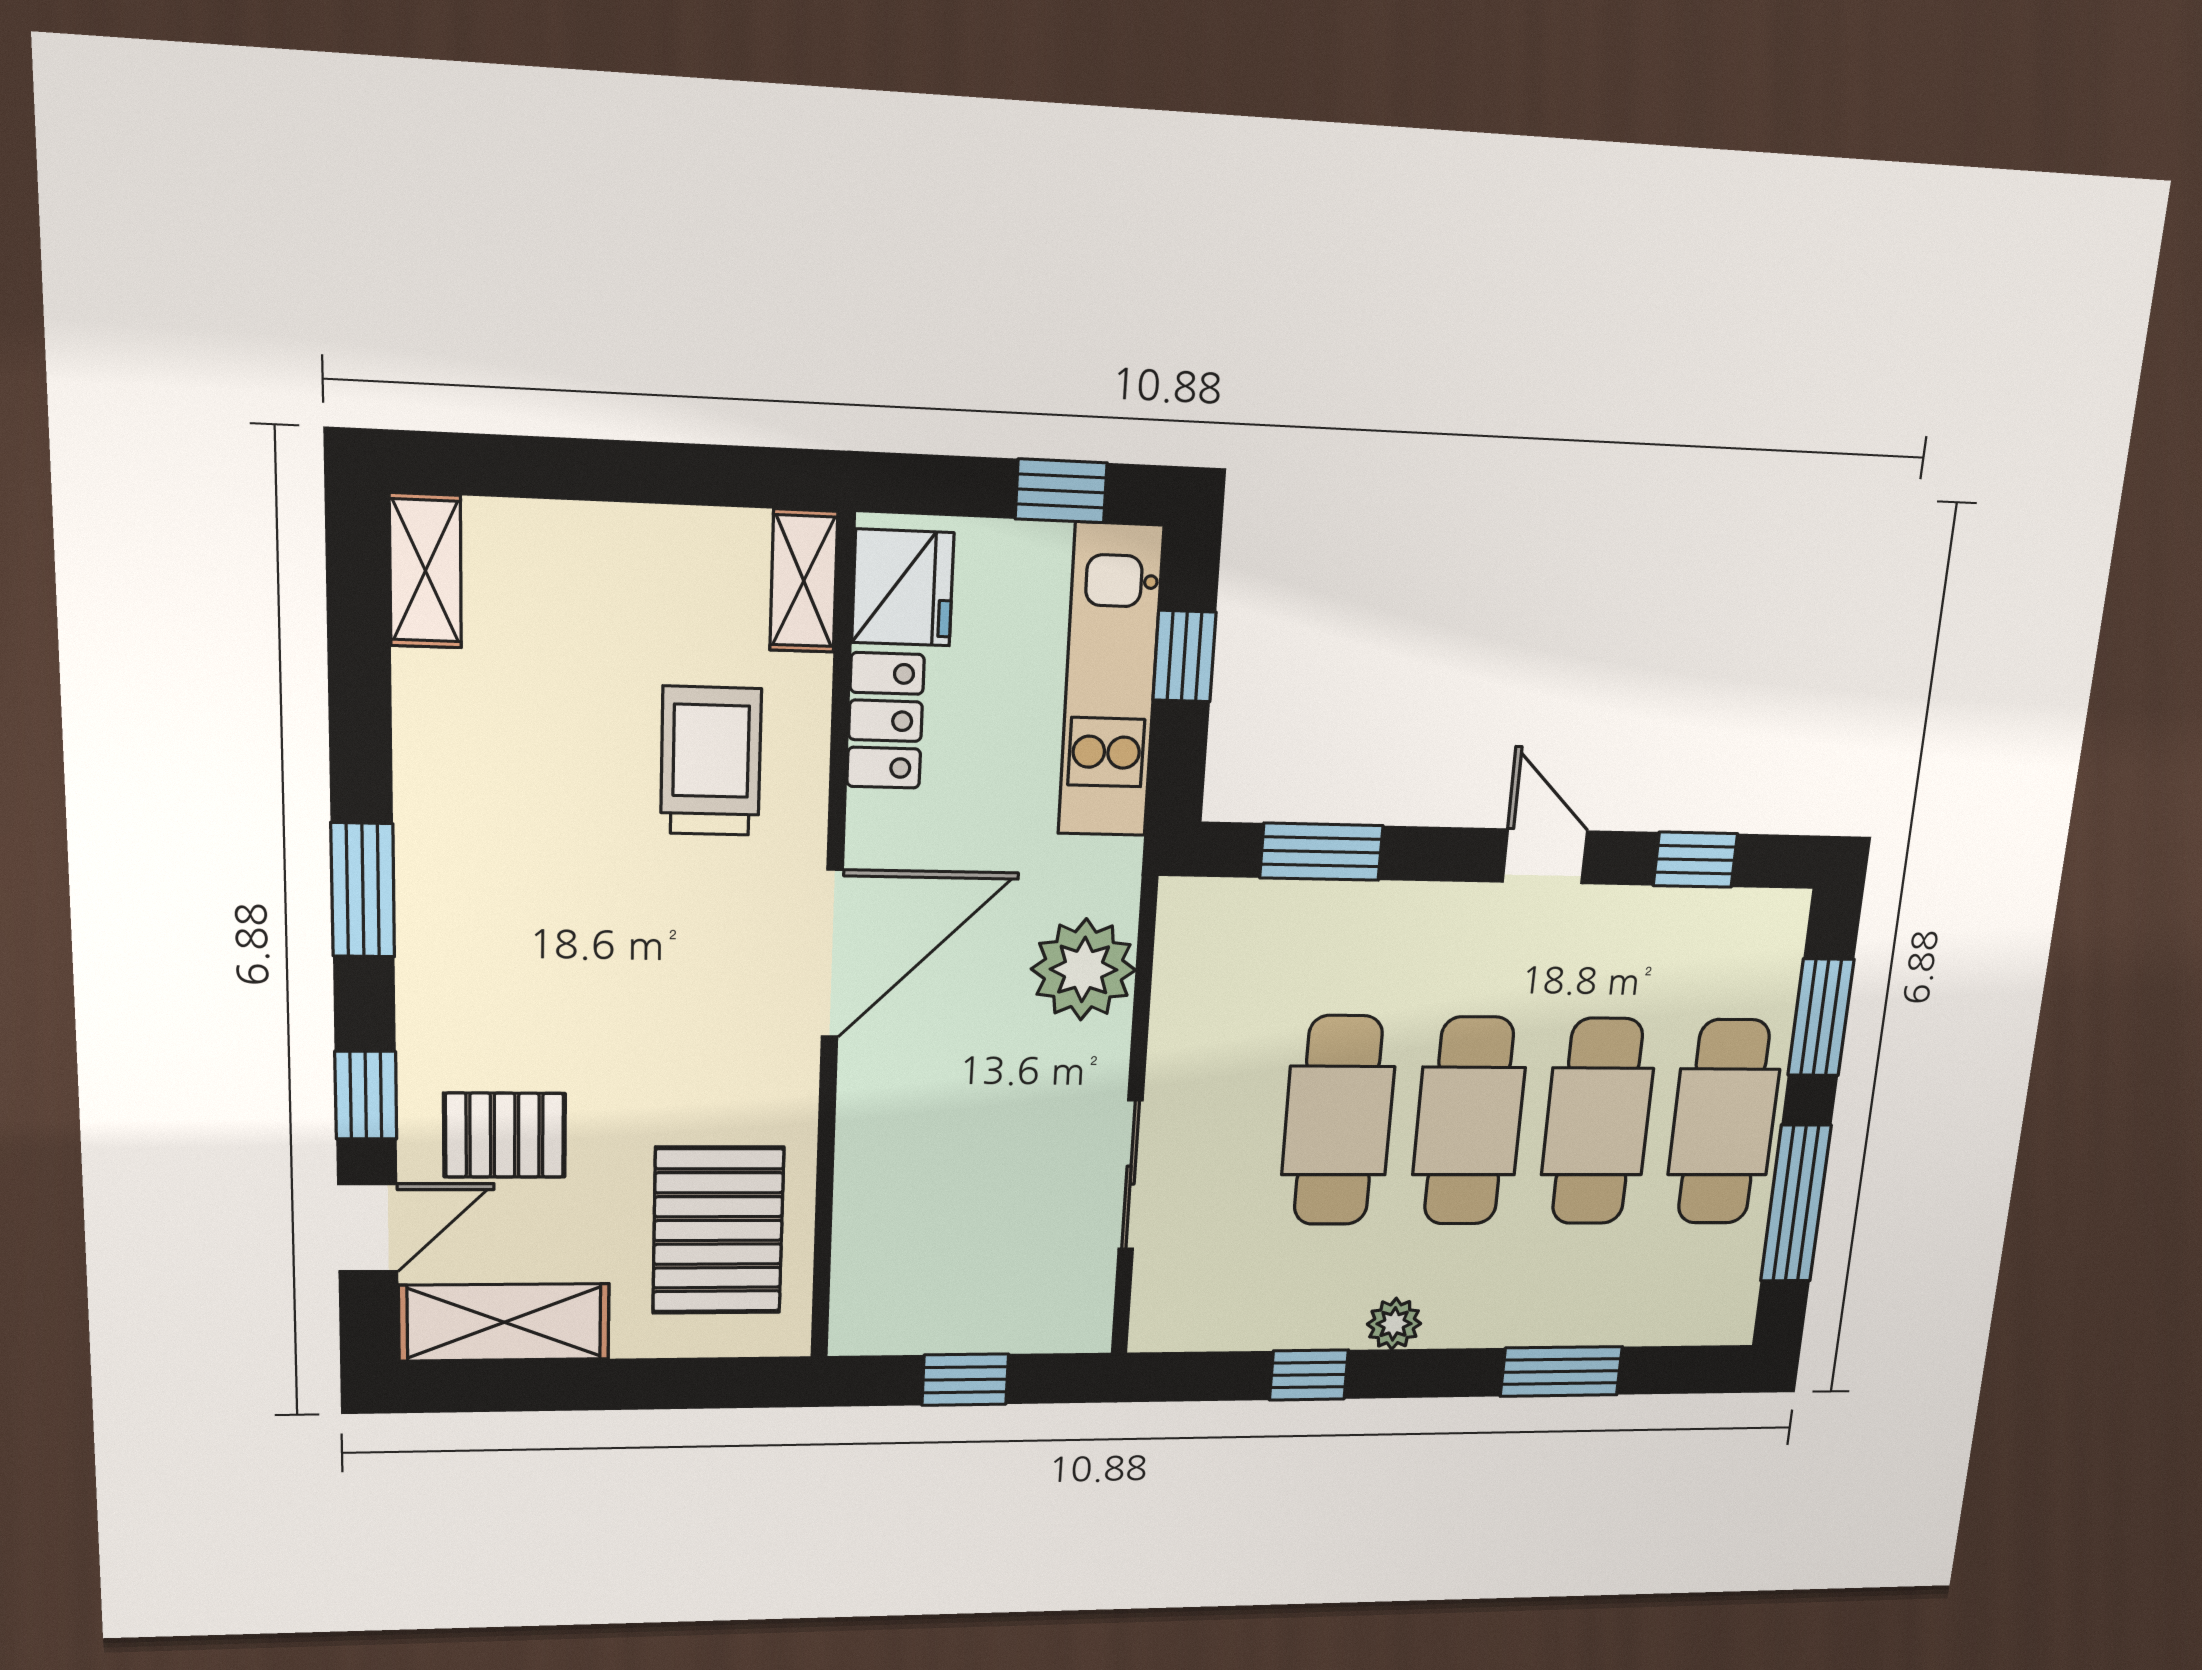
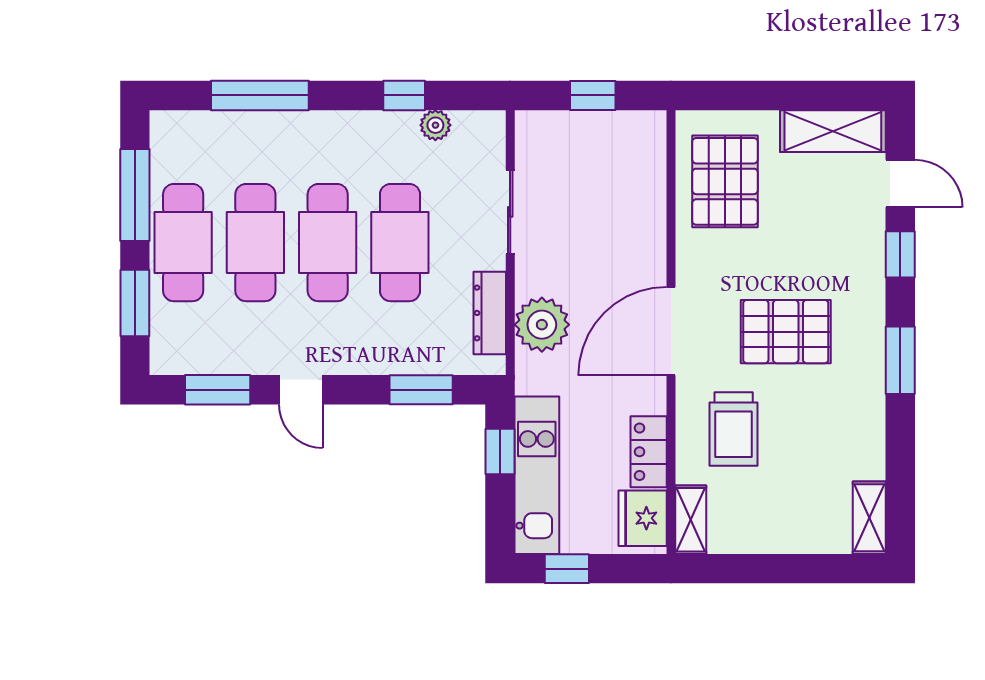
window: (1184, 656) -> (500, 452), moved
window: (1695, 860) -> (218, 390), width x1.50
dresser: (1181, 992) -> (490, 313), added
pallet: (505, 1135) -> (786, 332), moved, width x1.50, depth x1.42
door: (368, 1228) -> (900, 184), swing flipped
plant: (1394, 1324) -> (435, 125), moved
window: (1561, 1372) -> (260, 95), width x1.44

